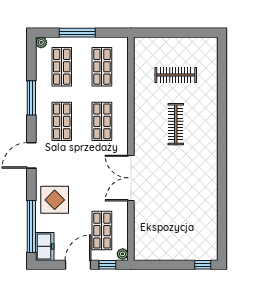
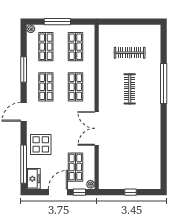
window: (222, 117) -> (164, 83), added
window: (203, 265) -> (130, 192), moved

